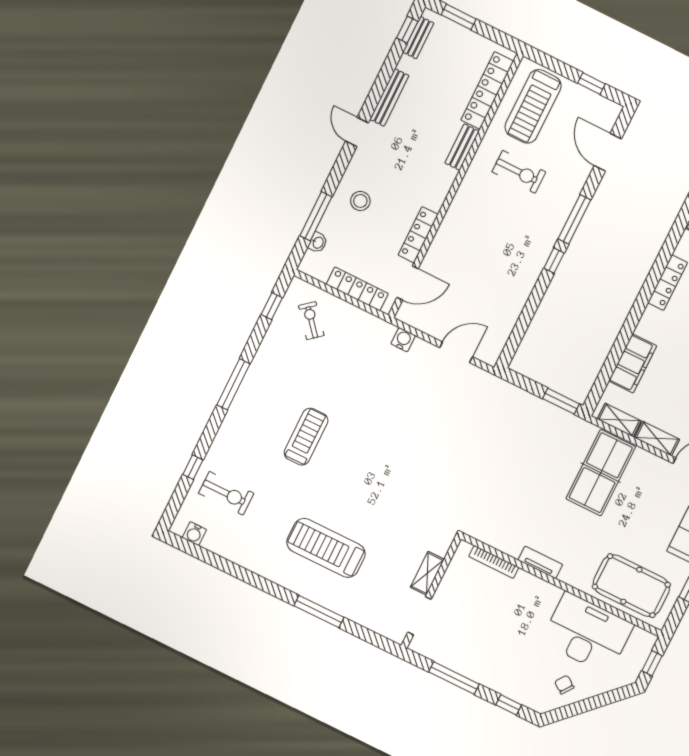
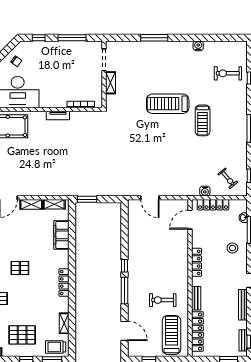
locker: (418, 235) -> (196, 262), moved
water cooler: (403, 340) -> (205, 191), moved
door: (456, 352) -> (150, 198), hinge flipped
table tennis table: (601, 473) -> (50, 174), removed
water cooler: (194, 534) -> (198, 46), moved
treadmill: (326, 548) -> (168, 104), moved, turned 180

